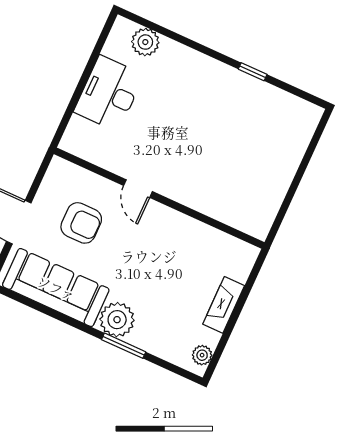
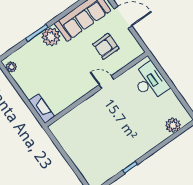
desk: (109, 93) -> (150, 82), moved
fireplace: (224, 305) -> (42, 109), moved

